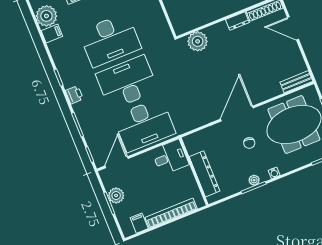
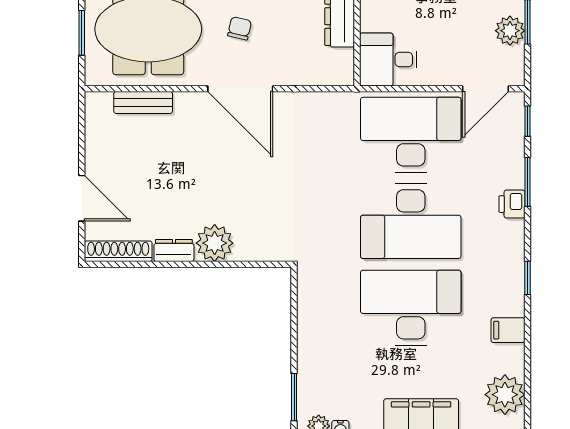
filing cabinet: (52, 34) -> (508, 330), moved
plant: (198, 41) -> (215, 243), moved
bench: (296, 82) -> (143, 102), moved
printer: (74, 95) -> (512, 204), moved
door: (237, 114) -> (240, 89), hinge flipped

